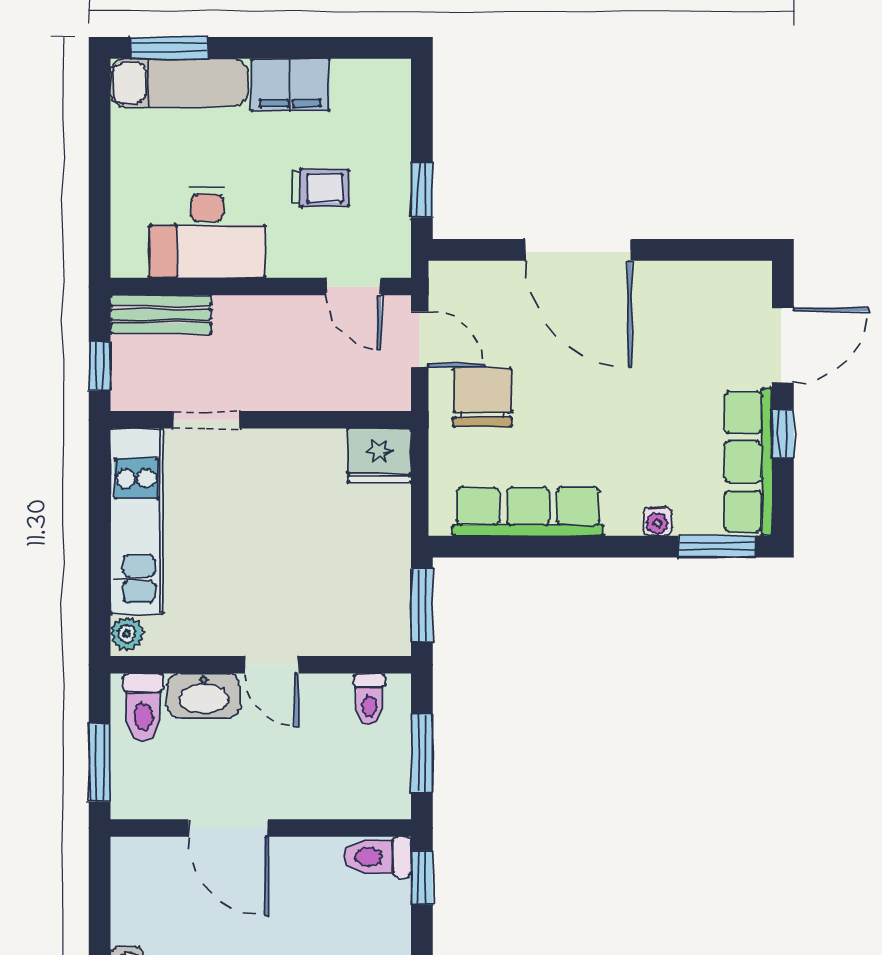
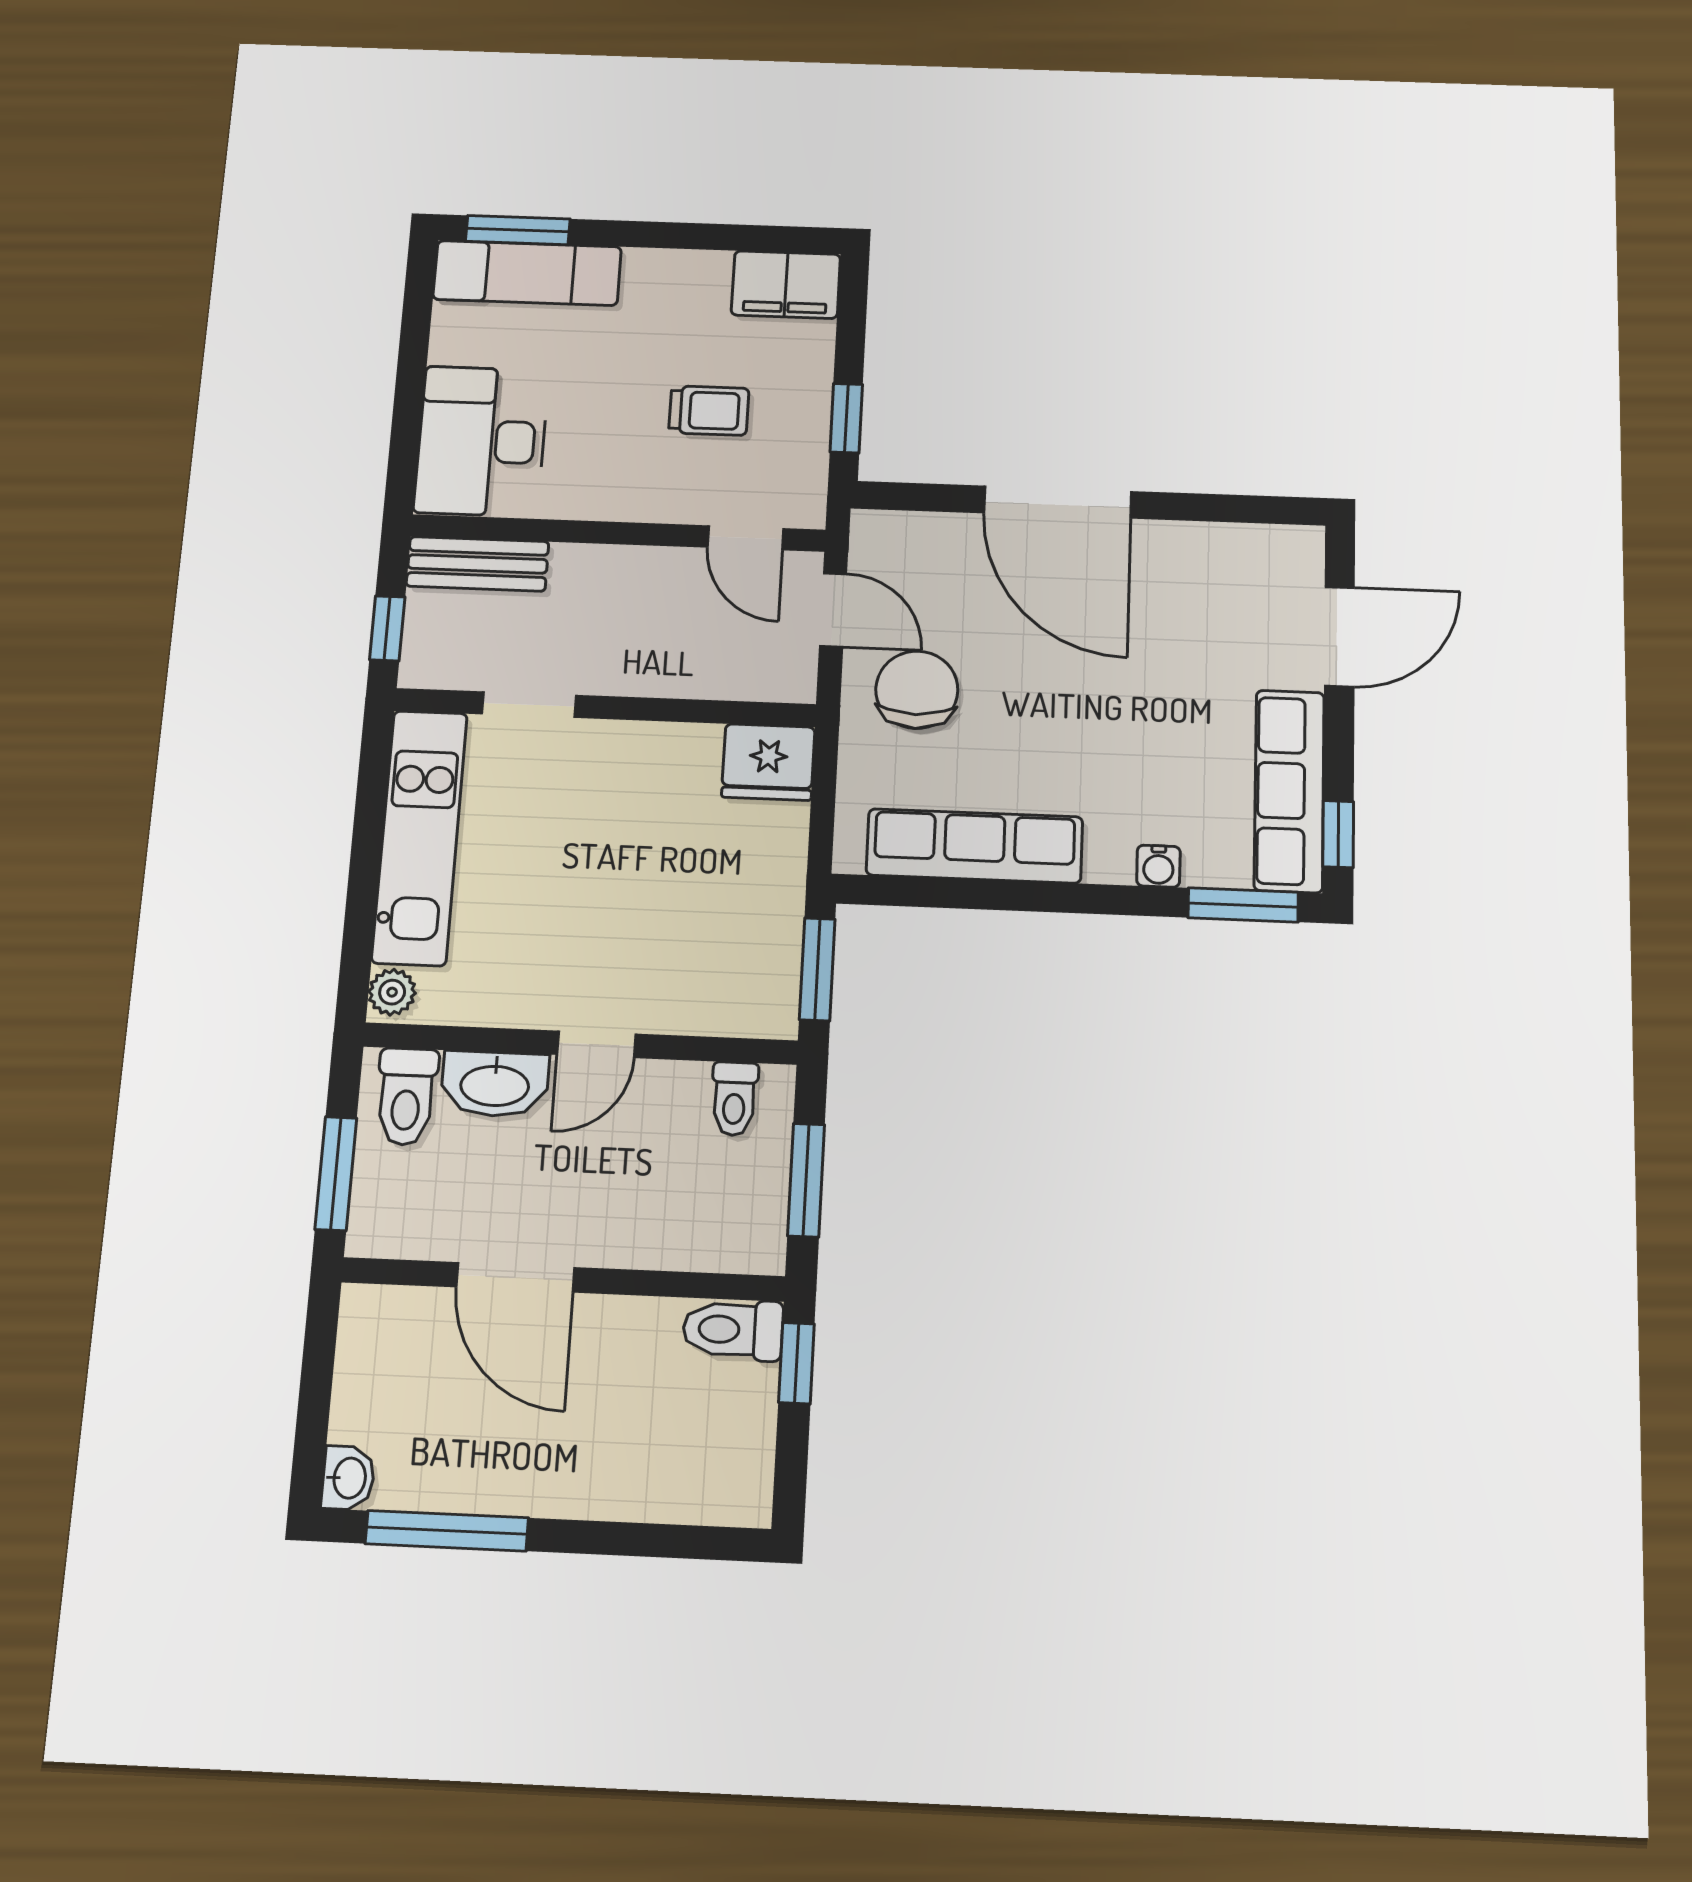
filing cabinet: (290, 85) -> (786, 285), moved
desk: (207, 232) -> (482, 441), moved, turned 90
window: (783, 434) -> (1338, 834), moved
door: (272, 665) -> (596, 1044), hinge flipped

